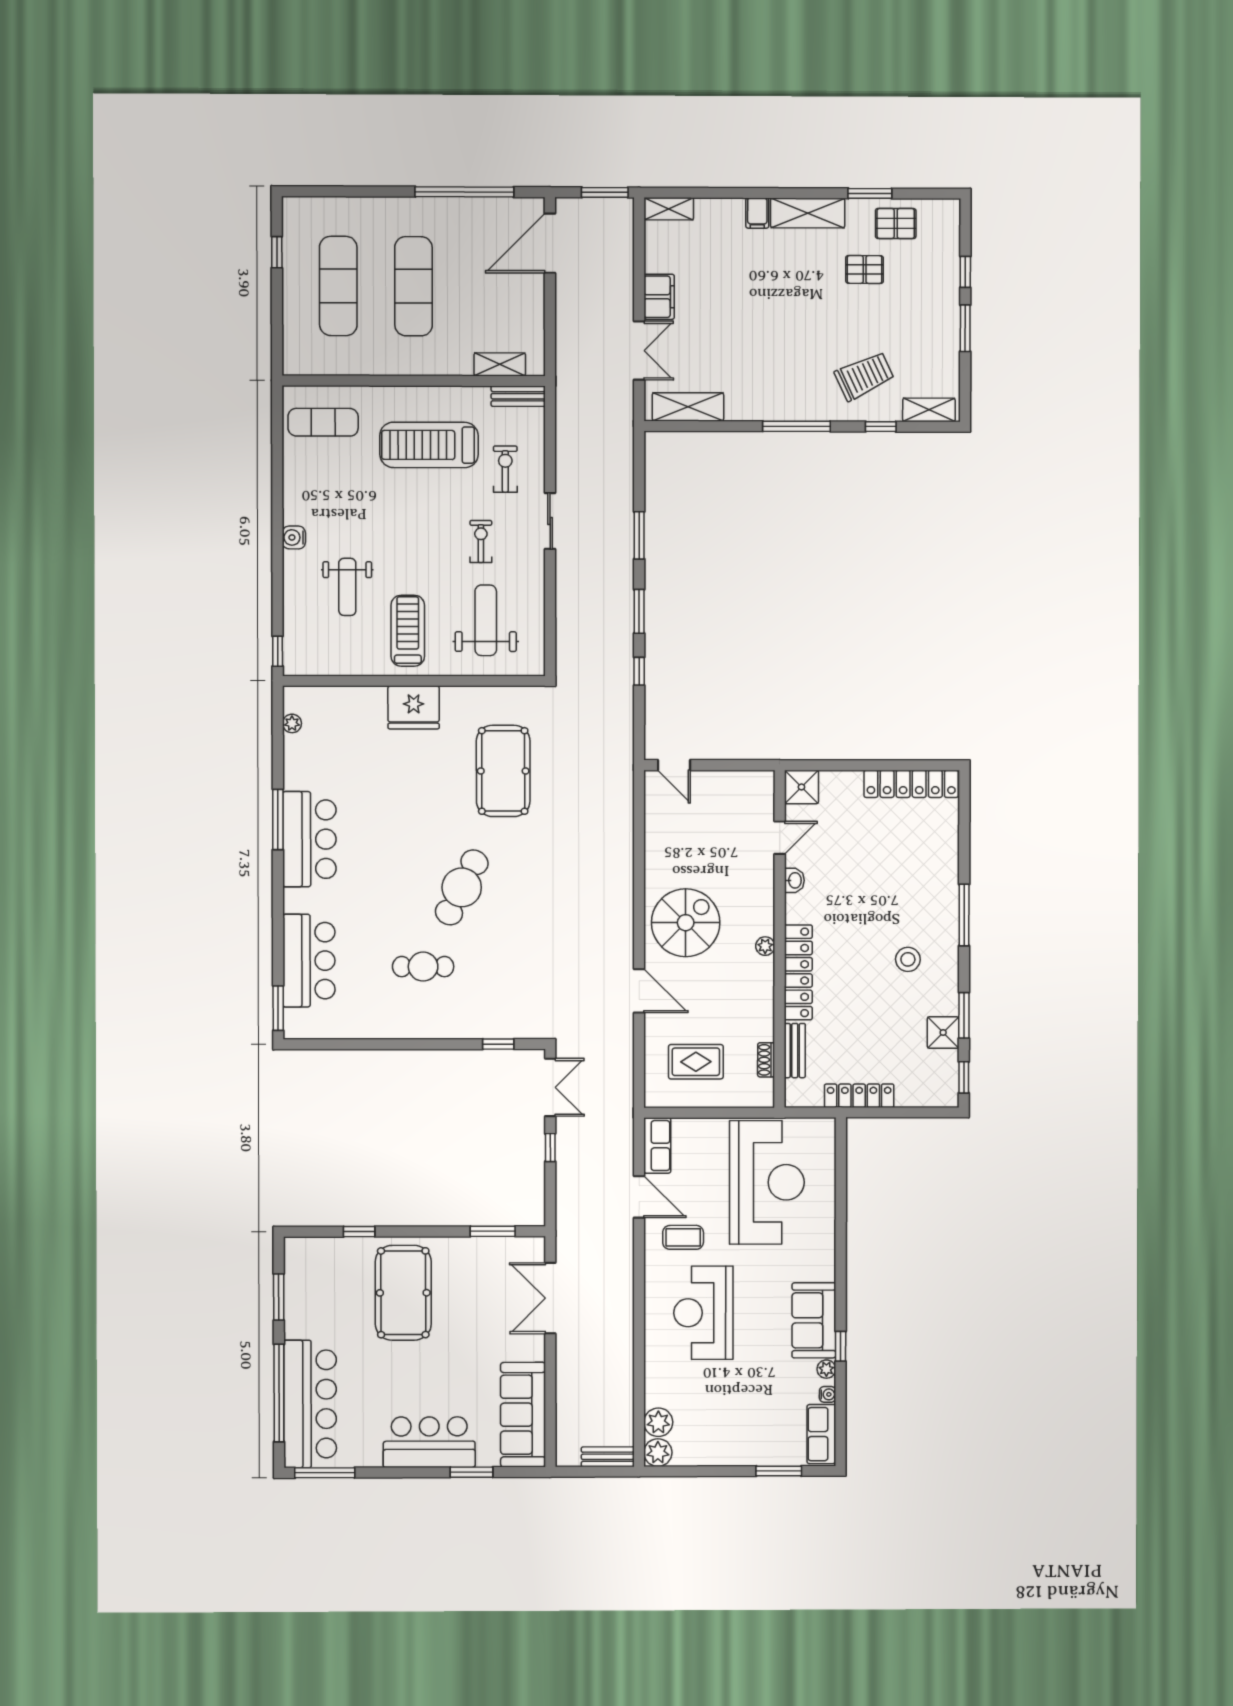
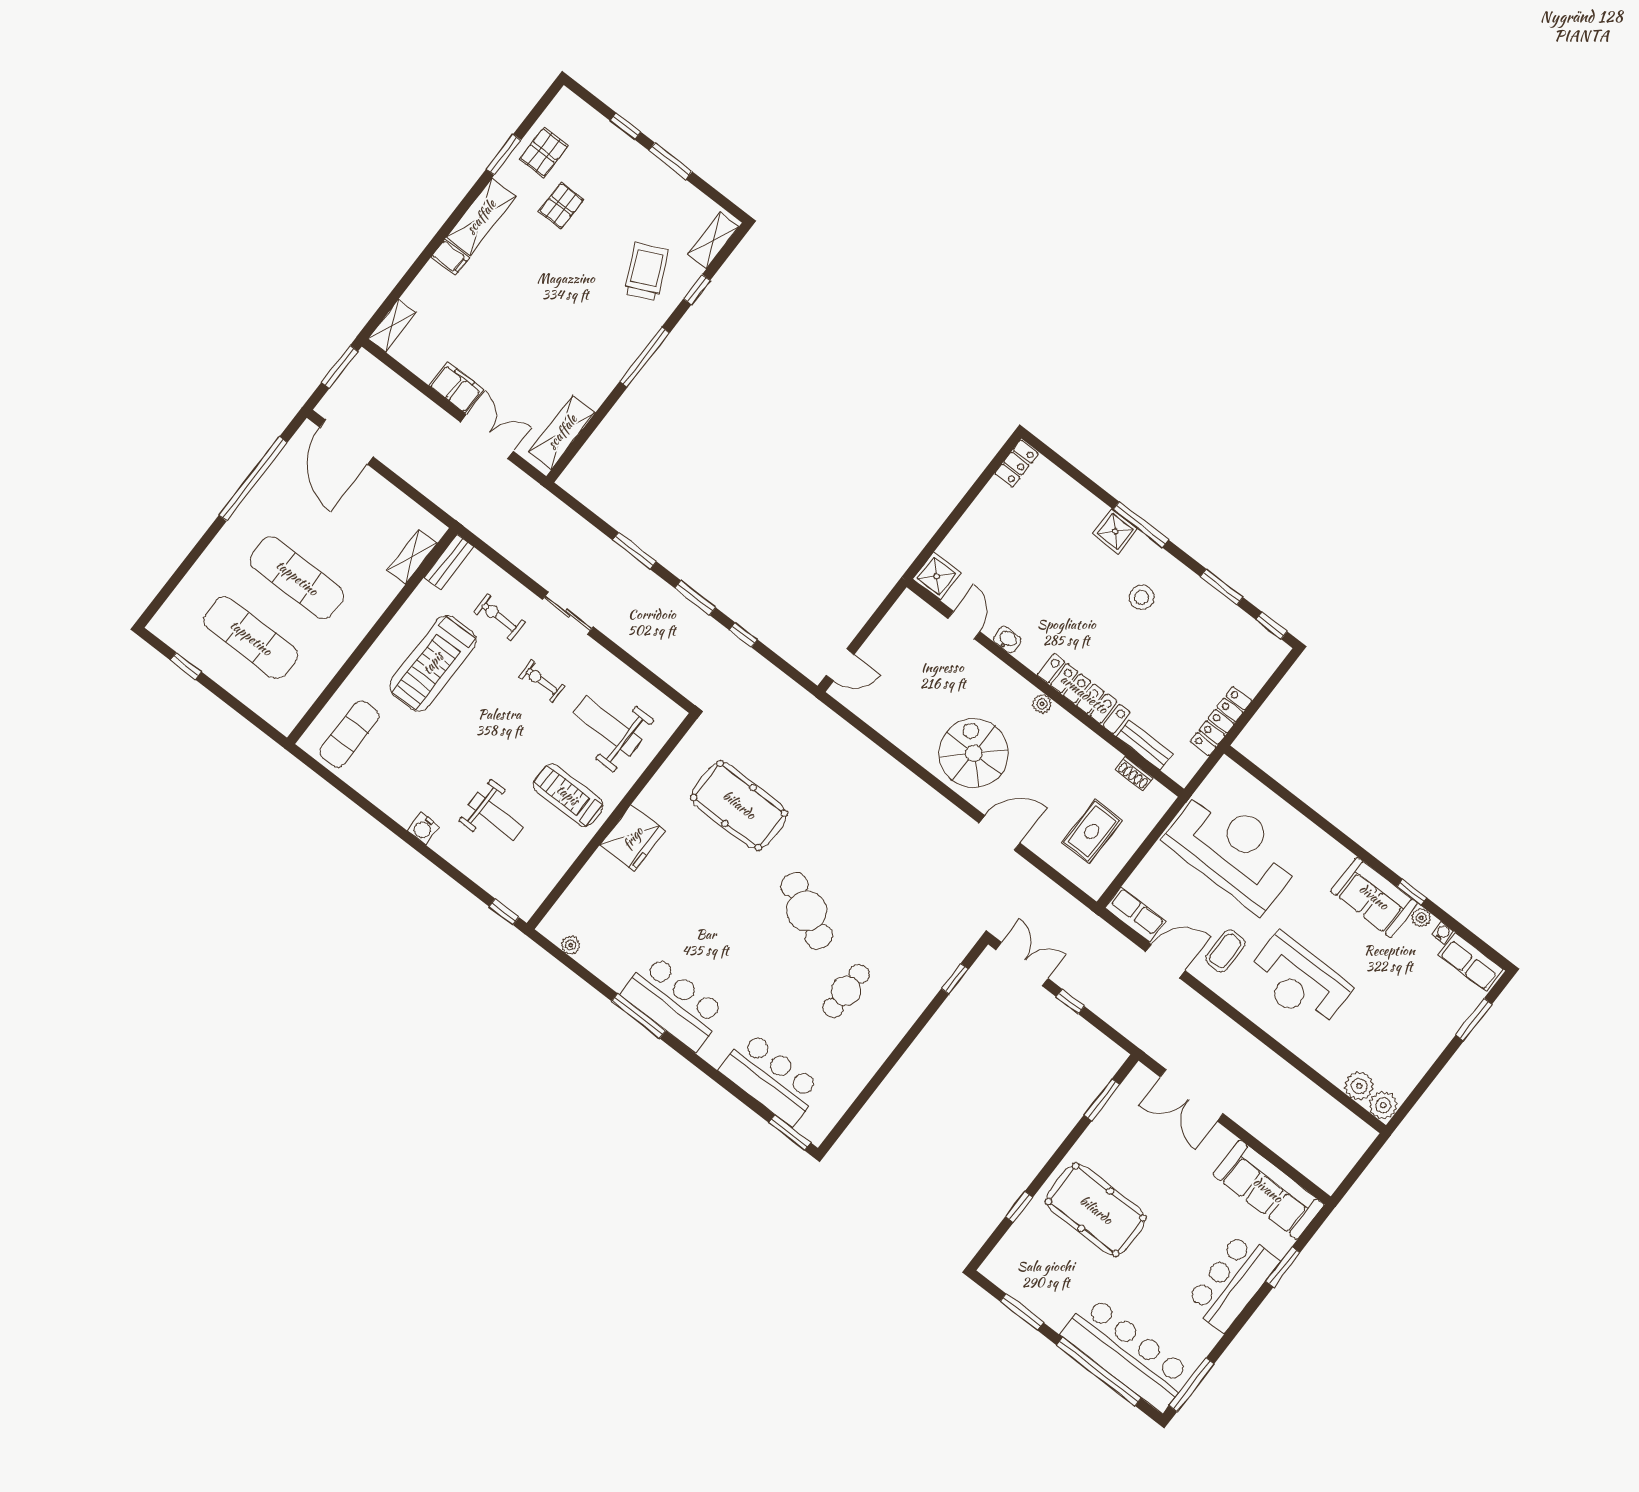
locker: (911, 784) -> (1017, 464), width x0.46, depth x0.83
shower: (943, 1032) -> (1115, 531), moved
bench: (608, 1457) -> (1355, 1148), removed

